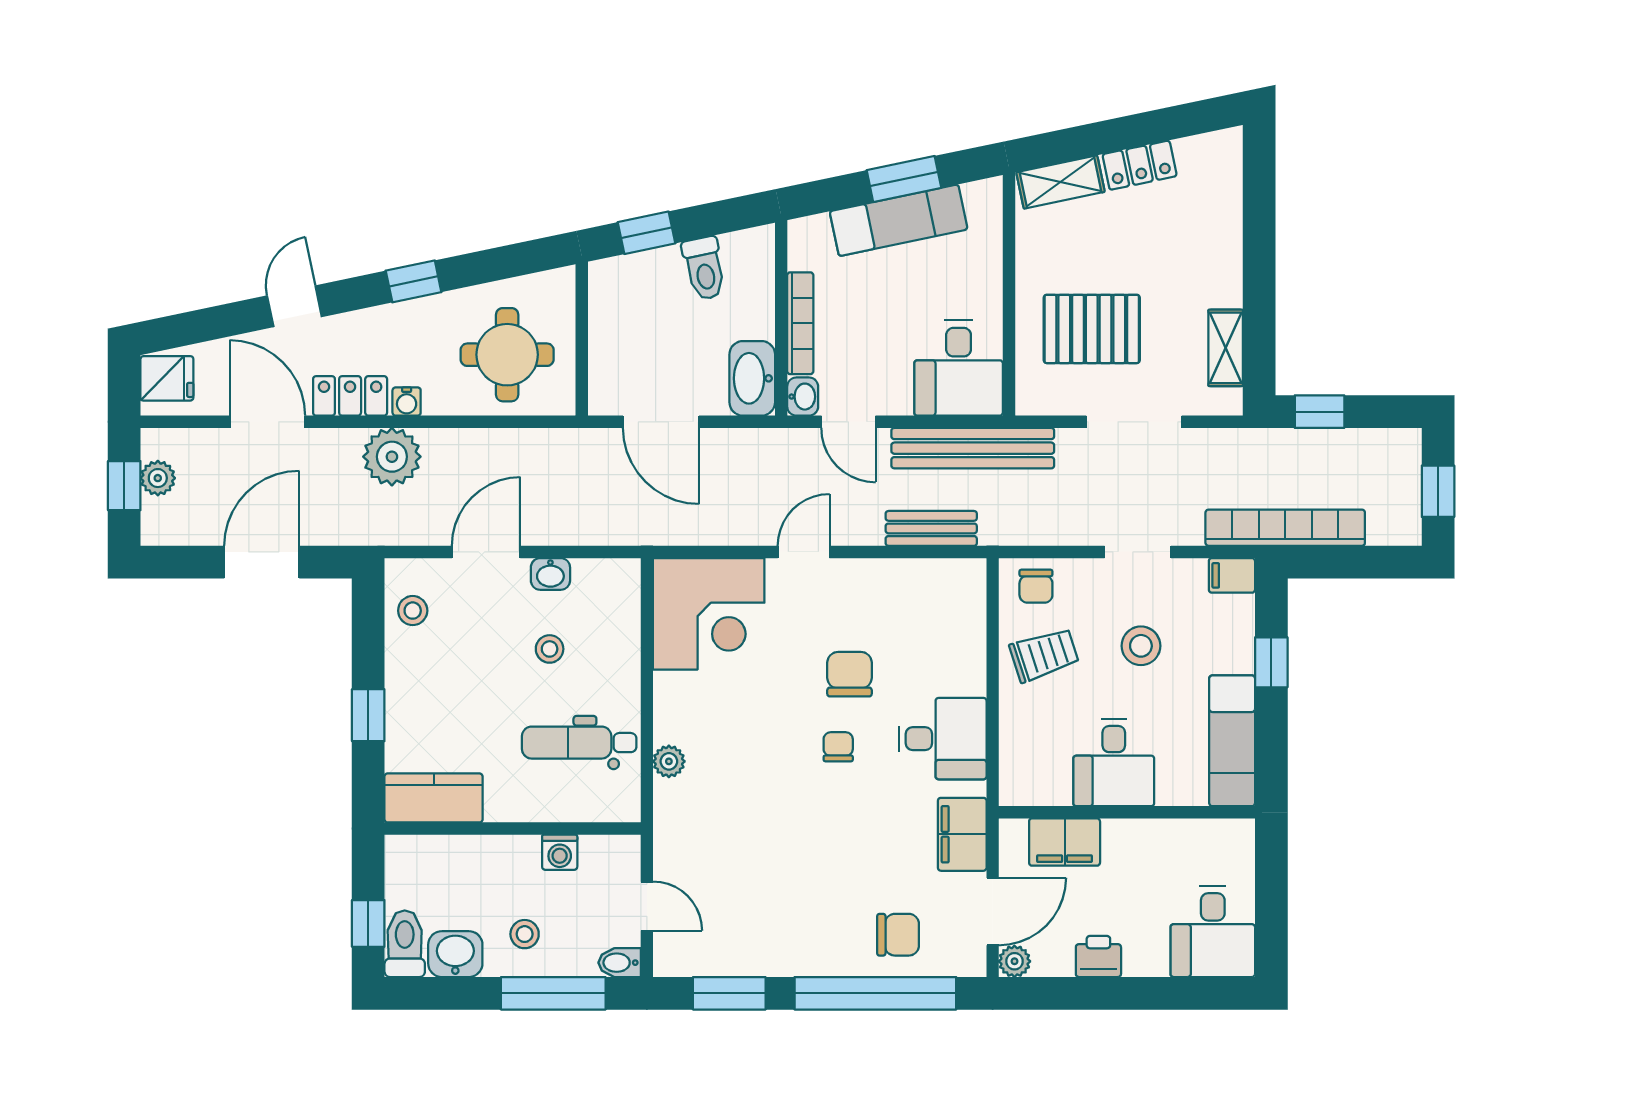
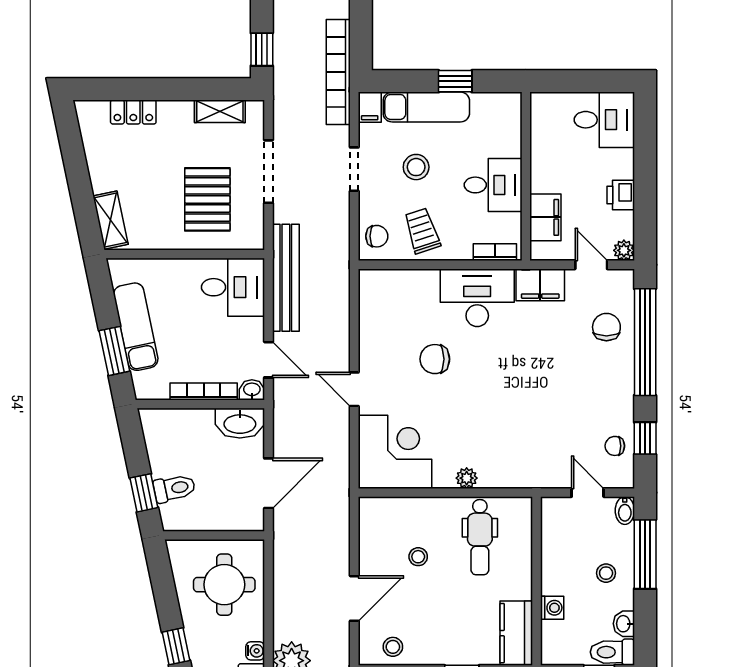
locker: (1140, 165) -> (133, 112), moved, turned 102
window: (904, 179) -> (114, 351), moved
toilet: (704, 268) -> (174, 488), moved
door: (849, 422) -> (268, 360), hinge flipped
bench: (931, 528) -> (339, 305), removed
door: (486, 552) -> (354, 598), swing flipped
washbasin: (550, 574) -> (369, 556), removed
window: (1271, 662) -> (455, 81), moved
desk: (943, 739) -> (477, 298), width x1.37
exam couch: (1232, 741) -> (426, 107), moved
chair: (838, 747) -> (615, 446), moved
plant: (669, 761) -> (467, 478), moved
bookcase: (1012, 765) -> (495, 252), added
washing machine: (560, 852) -> (552, 608), moved
door: (647, 906) -> (588, 493), hinge flipped
door: (993, 912) -> (591, 265), width x0.73
washbasin: (455, 954) -> (624, 624), width x0.72, depth x0.69
window: (729, 993) -> (645, 438), width x0.67

